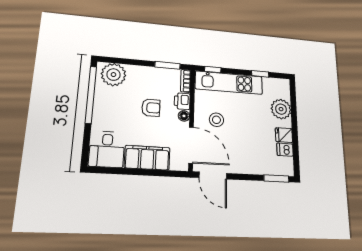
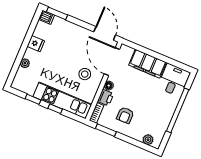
window: (213, 69) -> (55, 109), moved
plant: (114, 75) -> (148, 140), width x0.53, depth x0.53
window: (91, 95) -> (178, 110), moved
armchair: (151, 108) -> (125, 115), moved, turned -90
plant: (281, 109) -> (25, 63), width x0.53, depth x0.53
dishwasher: (285, 150) -> (46, 17), moved

